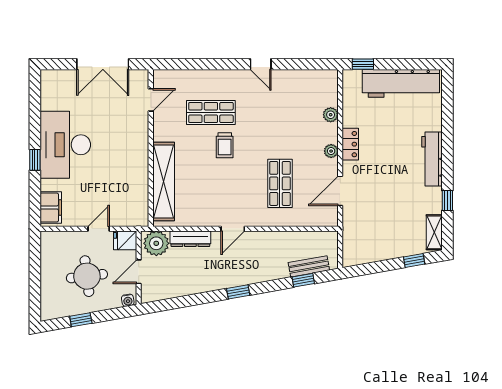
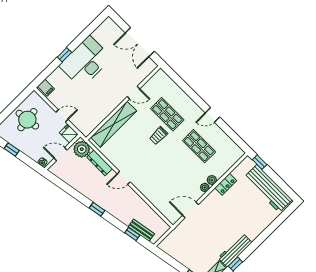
door: (261, 64) -> (212, 115), hinge flipped
door: (151, 100) -> (133, 93), moved
plant: (331, 115) -> (212, 180), moved
locker: (350, 144) -> (226, 184), moved
workbench: (432, 159) -> (235, 250), moved
shop shelf: (280, 183) -> (199, 146), moved, turned 90
filing cabinet: (51, 207) -> (46, 88), width x0.50
round table: (87, 276) -> (27, 120), moved

